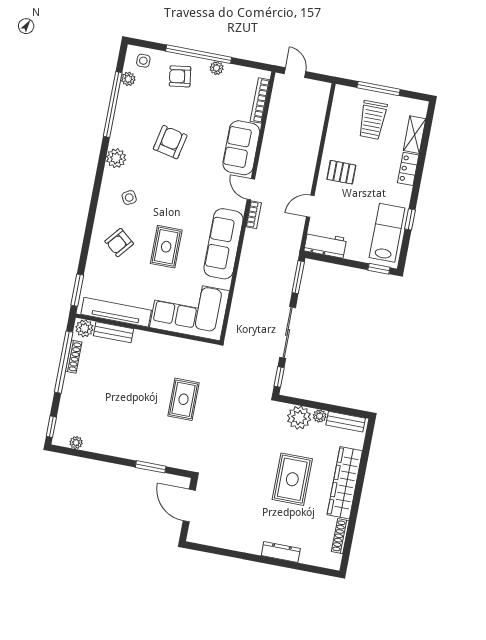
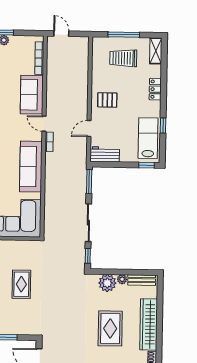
trolley: (373, 120) -> (123, 58), turned 90
shelving: (415, 135) -> (156, 51), moved

